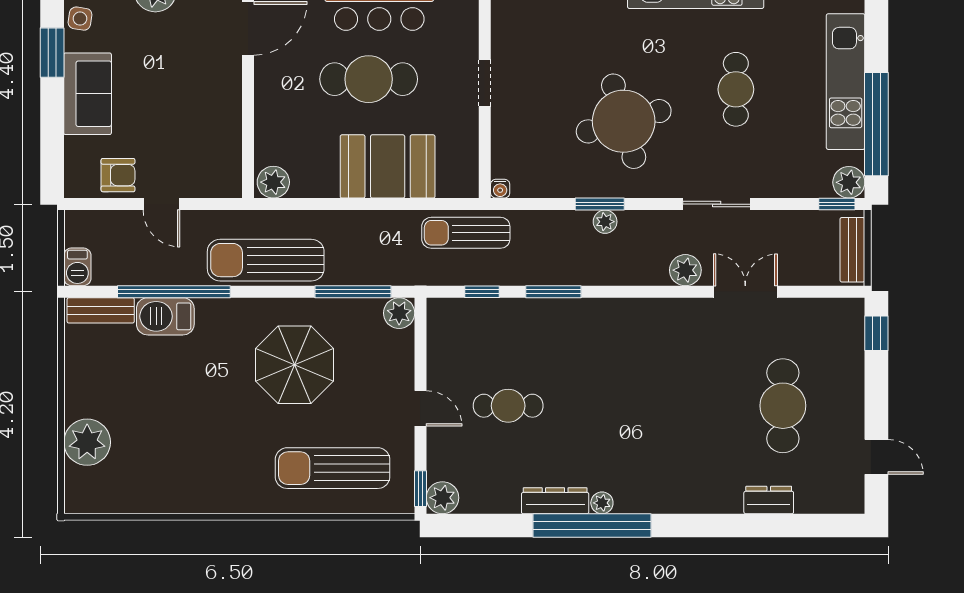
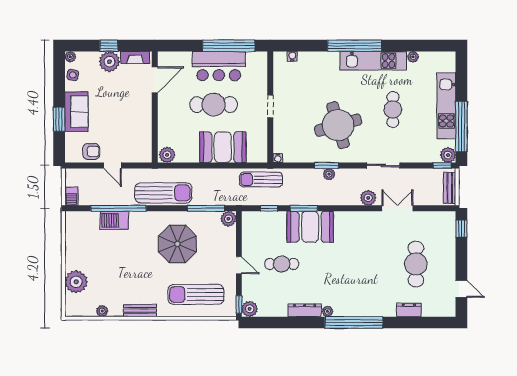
window: (52, 53) -> (59, 119), moved
sun lounger: (266, 260) -> (163, 193), turned 180
bench: (101, 310) -> (140, 311), moved
booth: (566, 329) -> (310, 227), added
plant: (140, 502) -> (102, 311), added
window: (592, 526) -> (354, 322), moved

